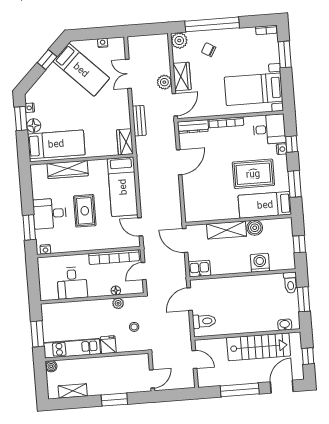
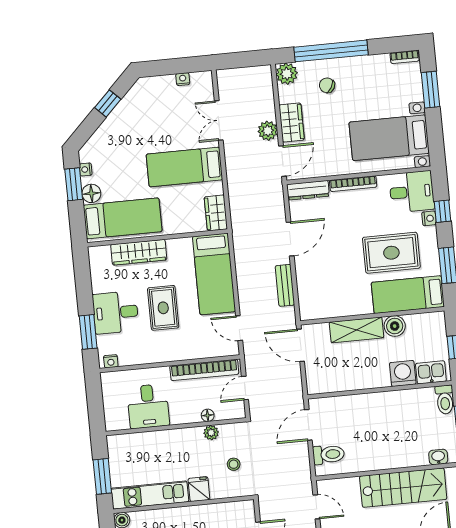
bed: (81, 70) -> (184, 167), moved, turned 135
bench: (139, 121) -> (285, 285), moved
kitchen sink: (199, 269) -> (431, 372), moved

